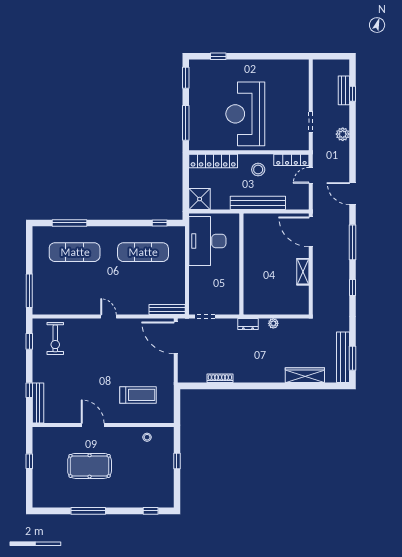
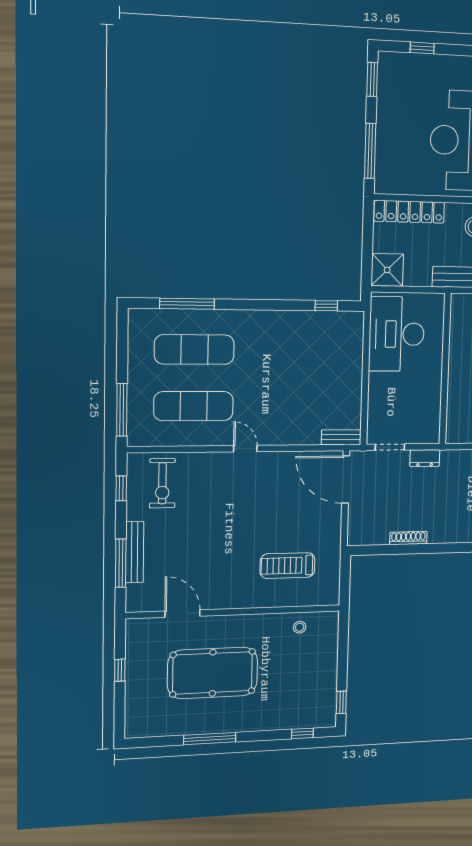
exercise mat: (143, 252) -> (194, 406), moved
bench: (167, 309) -> (341, 437), width x0.73
dresser: (248, 324) -> (425, 458), moved
window: (29, 390) -> (121, 563), width x2.17
treadmill: (138, 395) -> (288, 566), turned 180
bench: (38, 403) -> (135, 552), moved
door: (93, 425) -> (183, 614), moved
window: (177, 461) -> (341, 702), moved
pool table: (90, 466) -> (213, 673), width x1.36, depth x1.32

